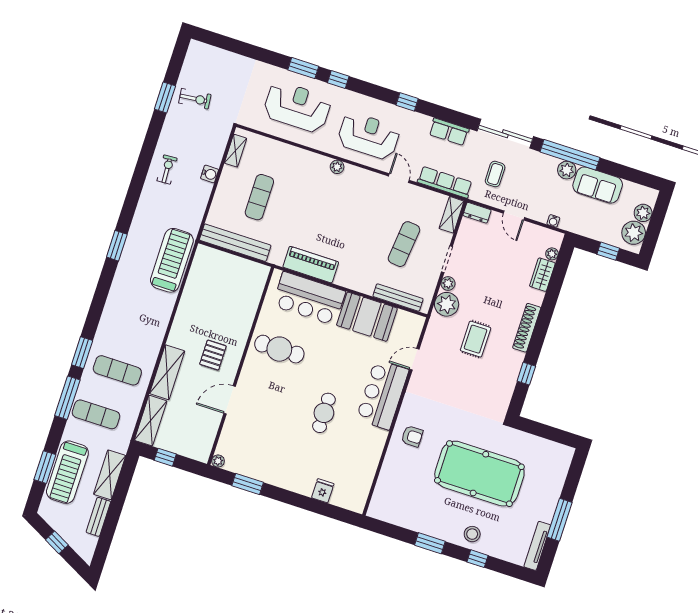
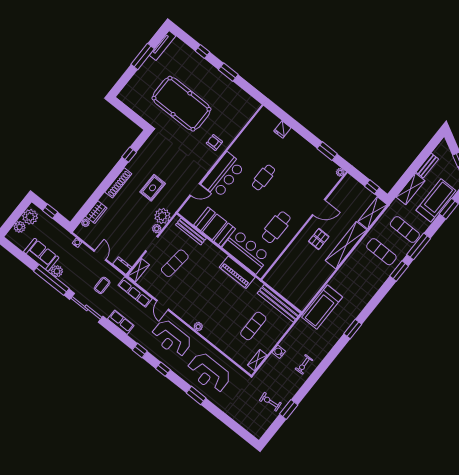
window: (338, 79) -> (163, 369), moved
cafe table: (279, 349) -> (276, 227), turned 90
shelving: (167, 372) -> (346, 245), width x1.47
stool: (472, 534) -> (200, 68), removed

